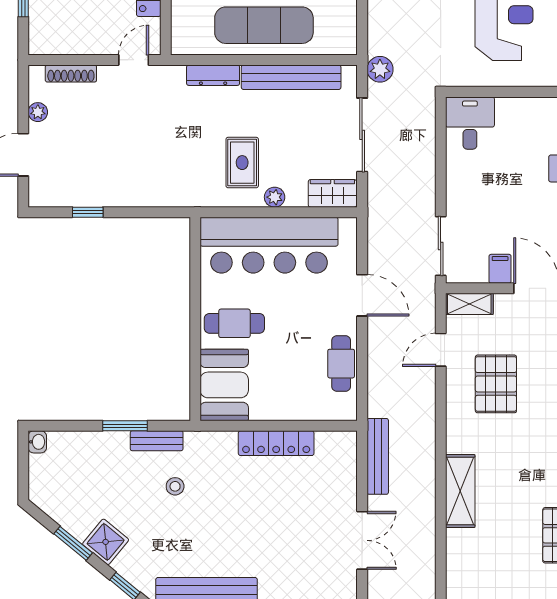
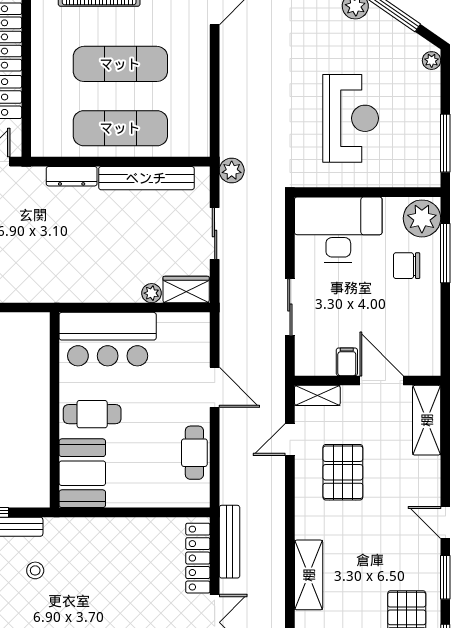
desk: (470, 123) -> (338, 230), width x1.87, depth x1.30
sliding door: (362, 135) -> (215, 233), width x0.73
rug: (242, 163) -> (100, 260), removed
plant: (275, 197) -> (152, 293), moved
bar counter: (269, 245) -> (108, 339), width x0.73
sliding door: (441, 246) -> (290, 307), moved
locker: (276, 443) -> (198, 558), moved, turned 90

